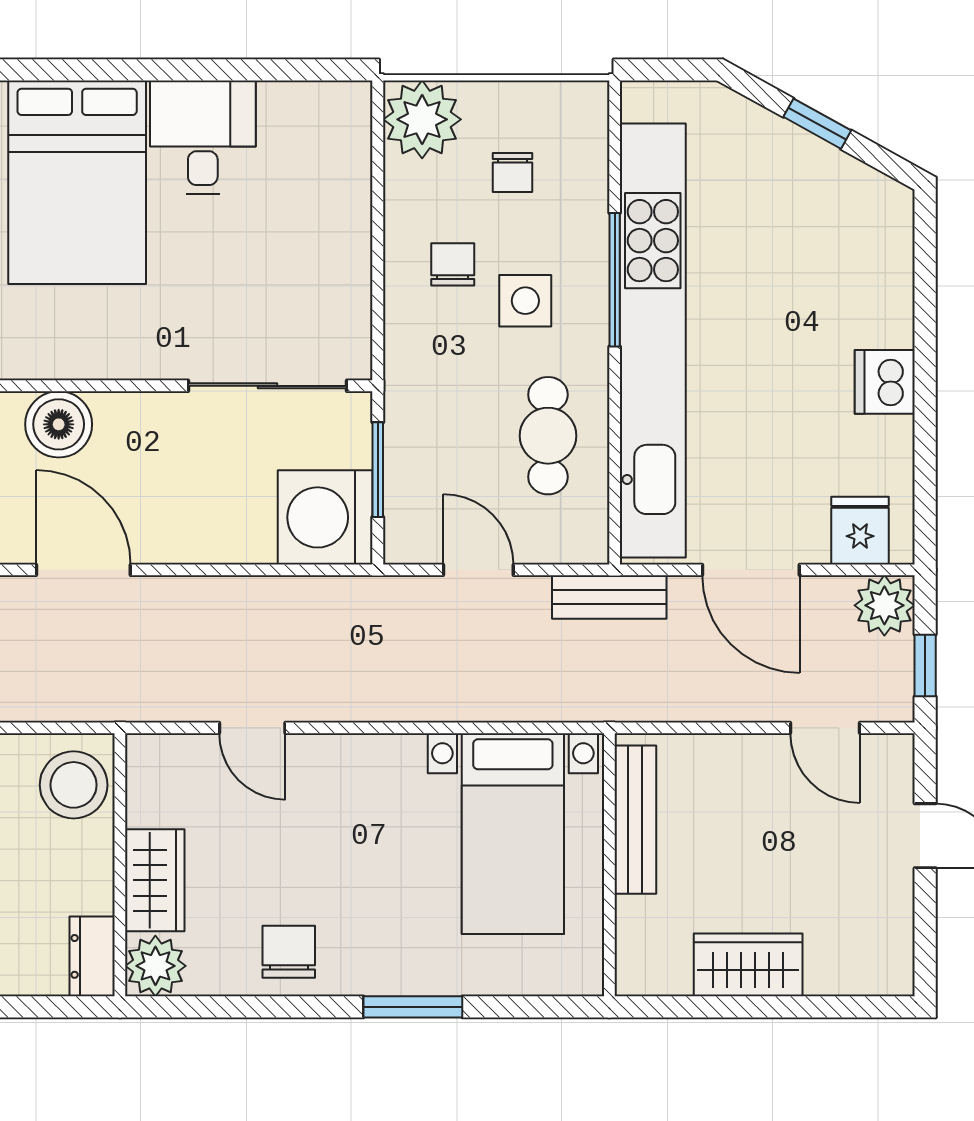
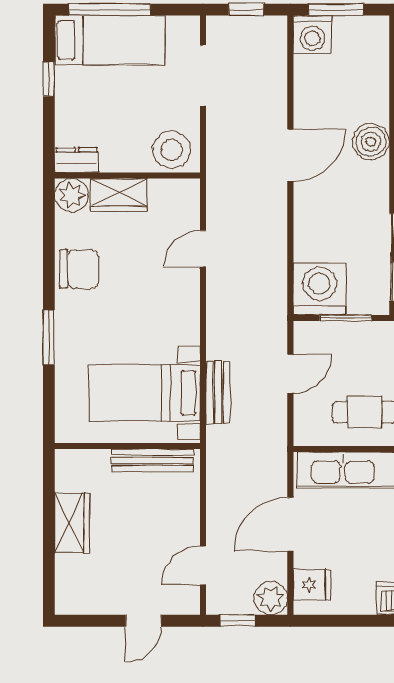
bench: (609, 597) -> (218, 392), moved
chair: (289, 952) -> (79, 269), width x1.37, depth x1.37

